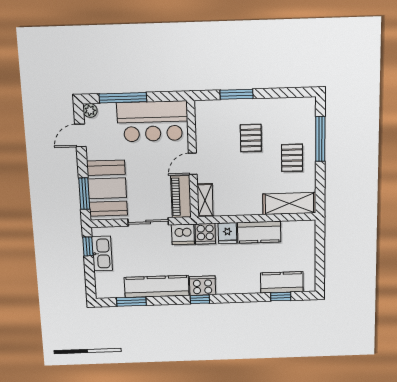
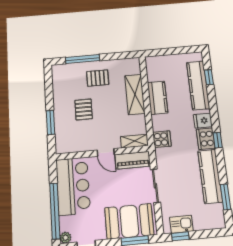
window: (123, 98) -> (55, 211), width x1.46
pallet: (251, 138) -> (84, 109), turned 90
shelving: (289, 203) -> (135, 94), moved
fridge: (227, 233) -> (203, 121), moved, turned 180
dishwasher: (183, 234) -> (164, 157), removed
kitchen sink: (102, 254) -> (181, 224), width x0.73
kitchen counter: (282, 282) -> (198, 85), width x1.50

